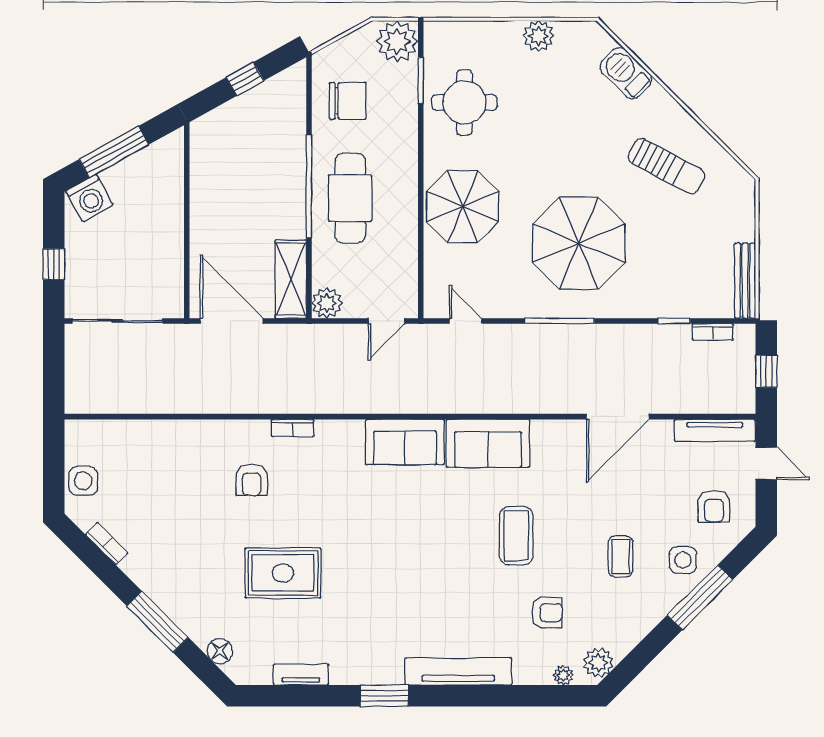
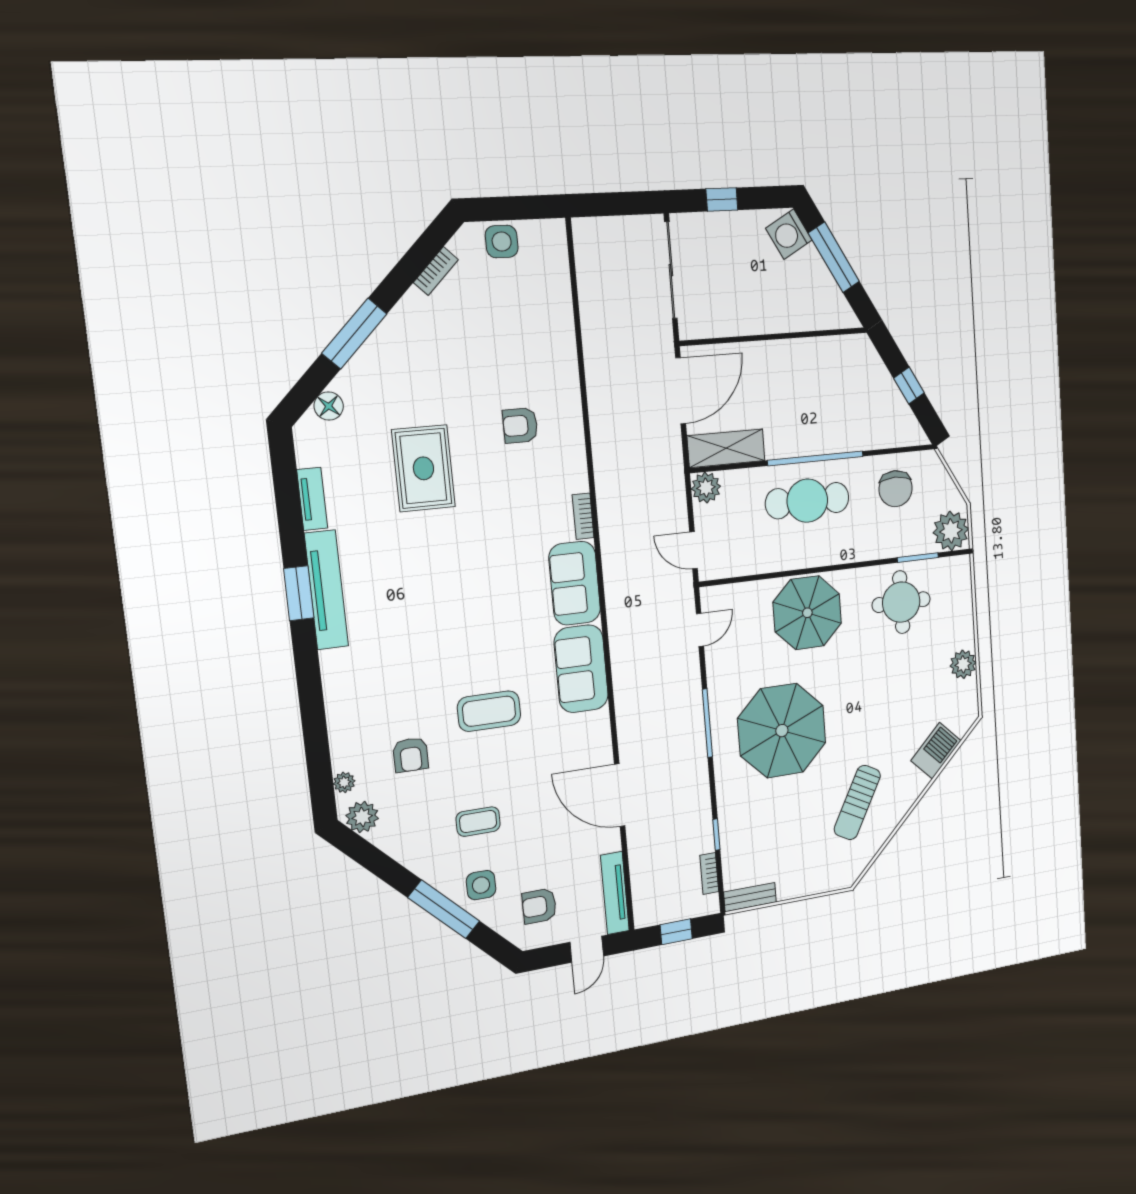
bench: (745, 281) -> (750, 897), width x0.73
bookcase: (293, 428) -> (583, 516), moved
tv unit: (458, 671) -> (326, 590), moved

